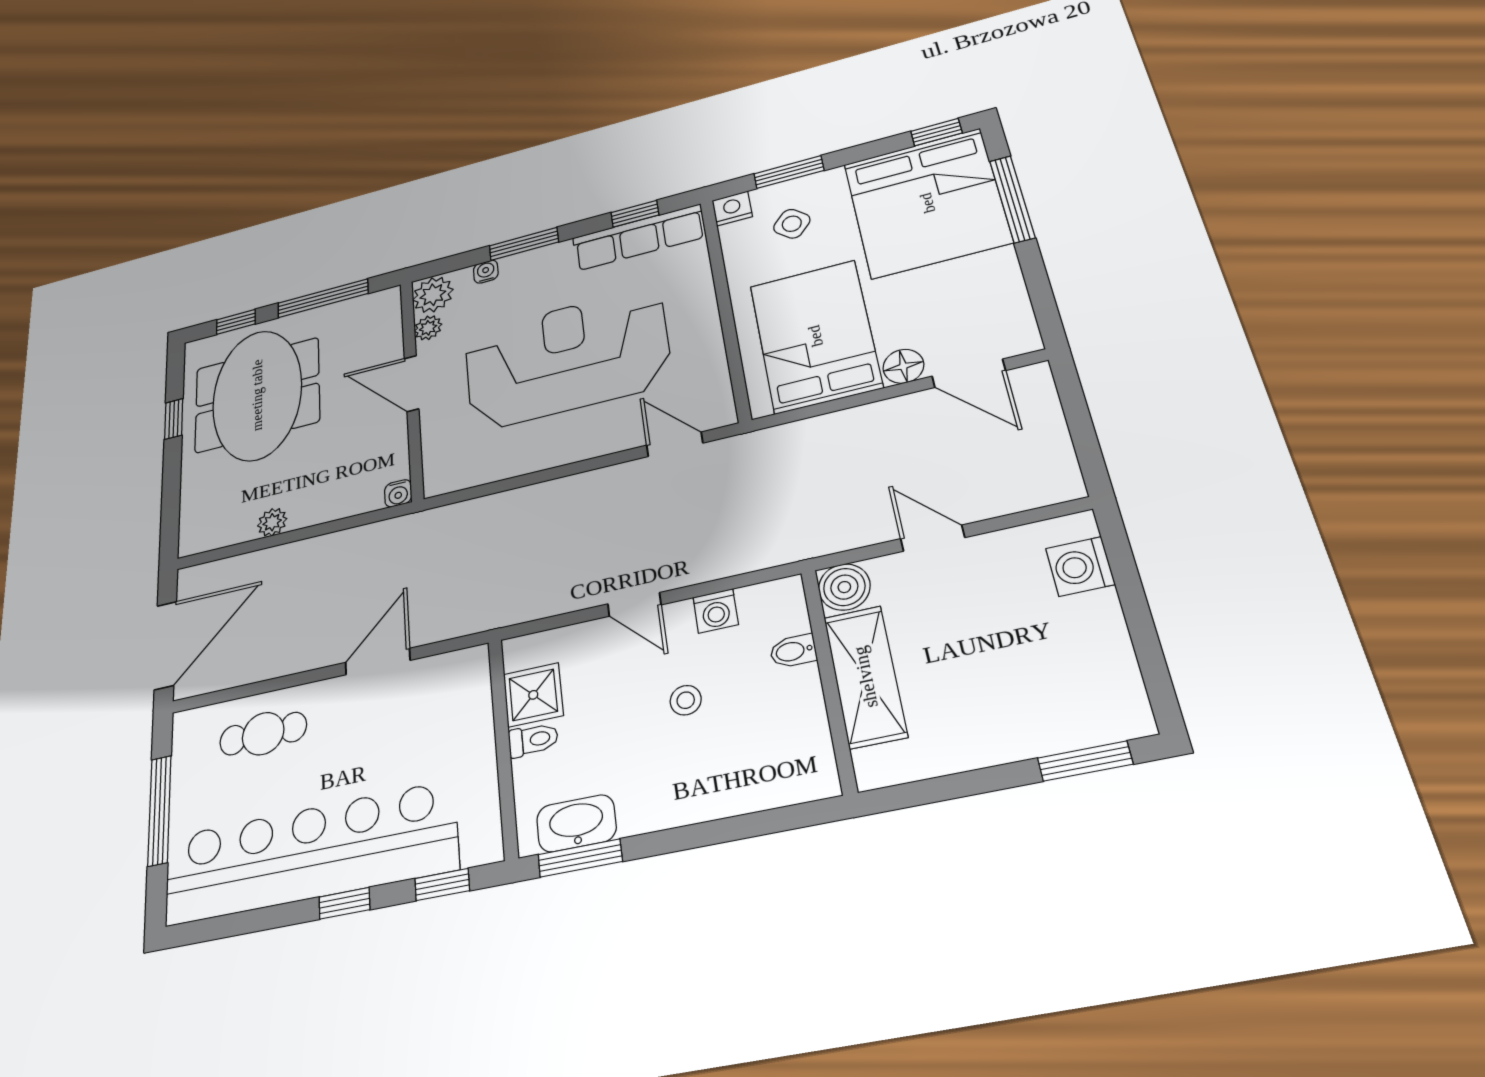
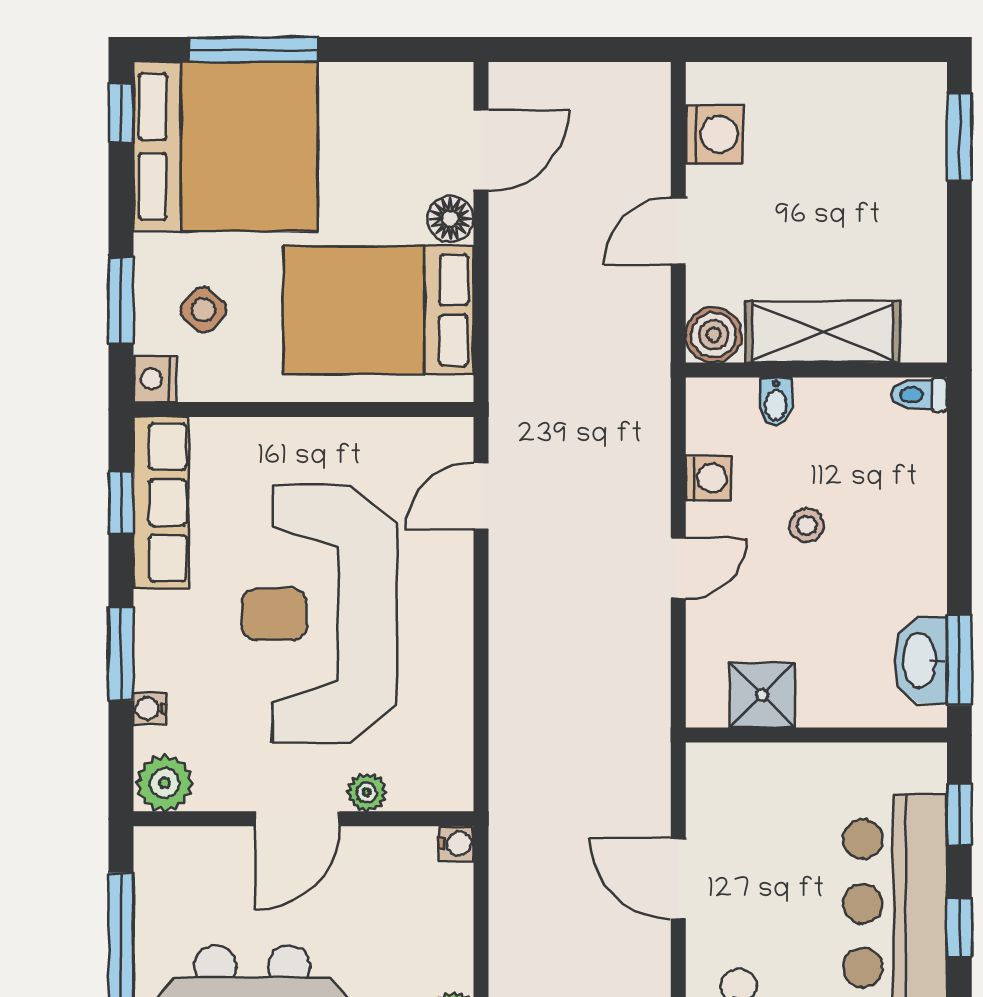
plant: (428, 328) -> (367, 792), moved
washing machine: (1080, 566) -> (715, 134), moved, turned -90
toilet: (533, 740) -> (919, 395), moved, turned -90

